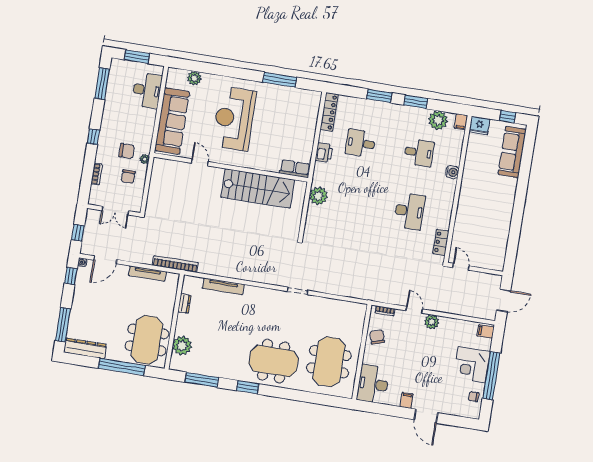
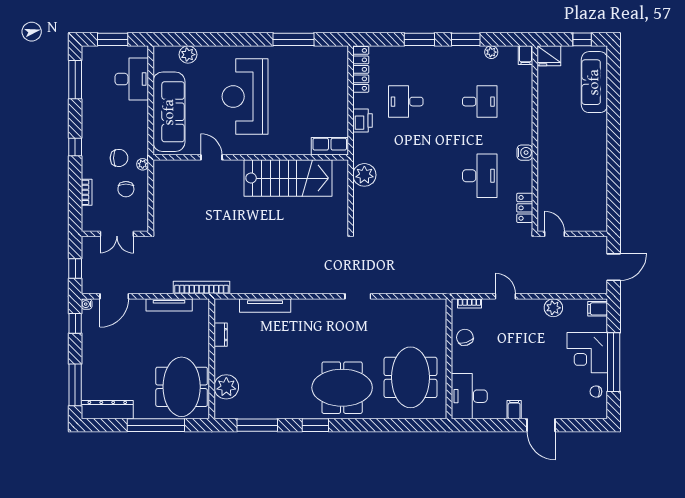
plant: (438, 120) -> (491, 52), width x0.53, depth x0.53
water cooler: (452, 172) -> (525, 153), moved
plant: (432, 322) -> (553, 308), moved

